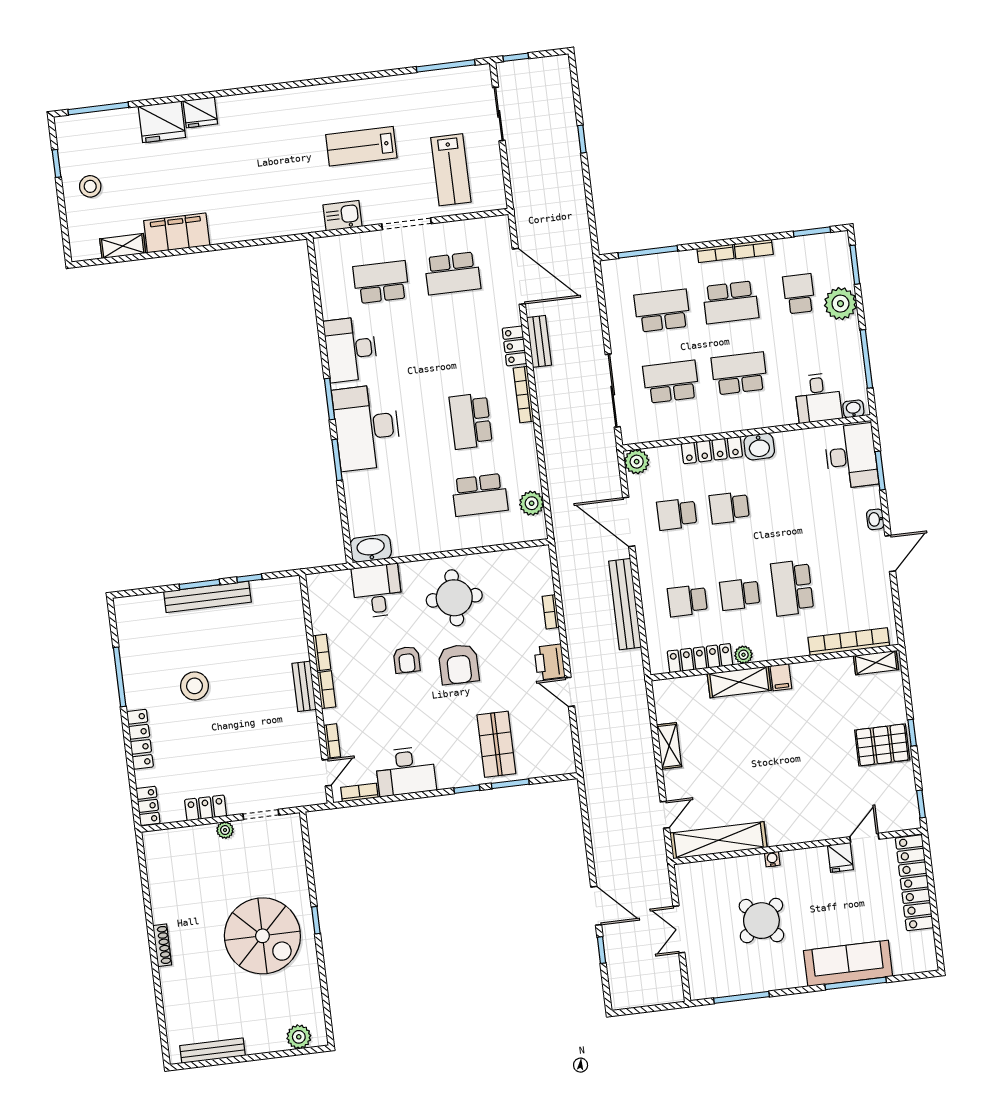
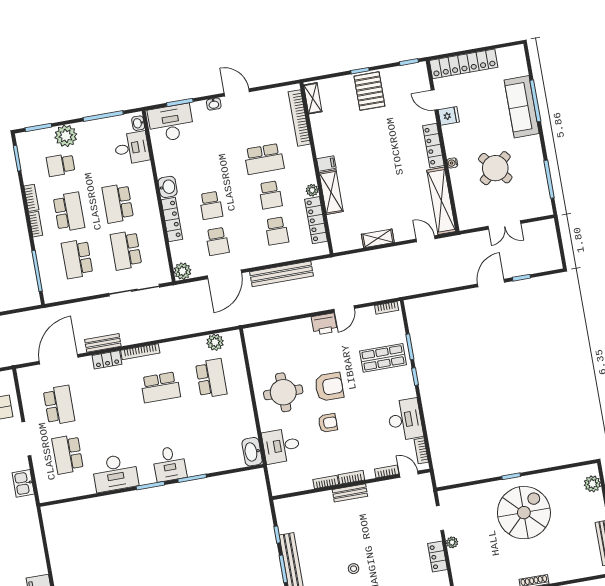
desk: (367, 427) -> (169, 464), width x0.53, depth x0.77
bookcase: (551, 612) -> (387, 308), moved
stool: (195, 686) -> (354, 569), width x0.53, depth x0.53
locker: (799, 833) -> (433, 146), added

